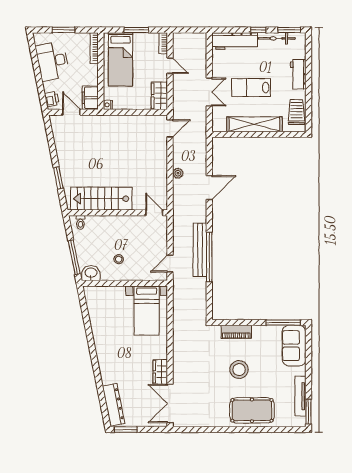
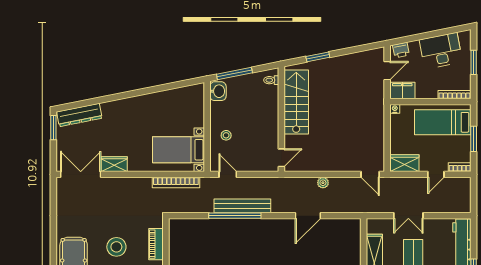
door: (209, 188) -> (308, 216), hinge flipped
stool: (119, 259) -> (226, 135), moved
bookcase: (178, 313) -> (176, 182), added

